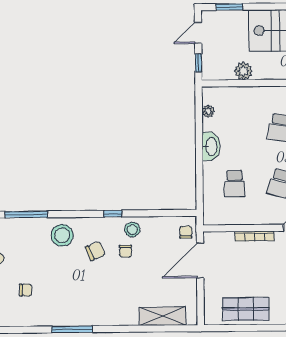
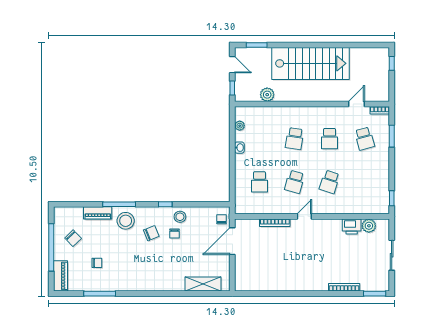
door: (198, 33) -> (232, 65), swing flipped
washbasin: (211, 146) -> (239, 148), width x0.52, depth x0.69
window: (26, 214) -> (119, 204), moved
piano: (26, 226) -> (98, 213), added
shop shelf: (246, 309) -> (267, 279), removed
window: (72, 329) -> (100, 294), moved

